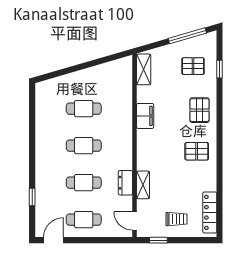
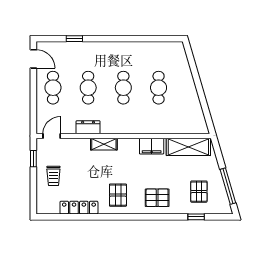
shelving: (144, 69) -> (188, 147), width x1.50, depth x1.33
shelving: (143, 185) -> (104, 144), moved
locker: (210, 212) -> (79, 208), moved

